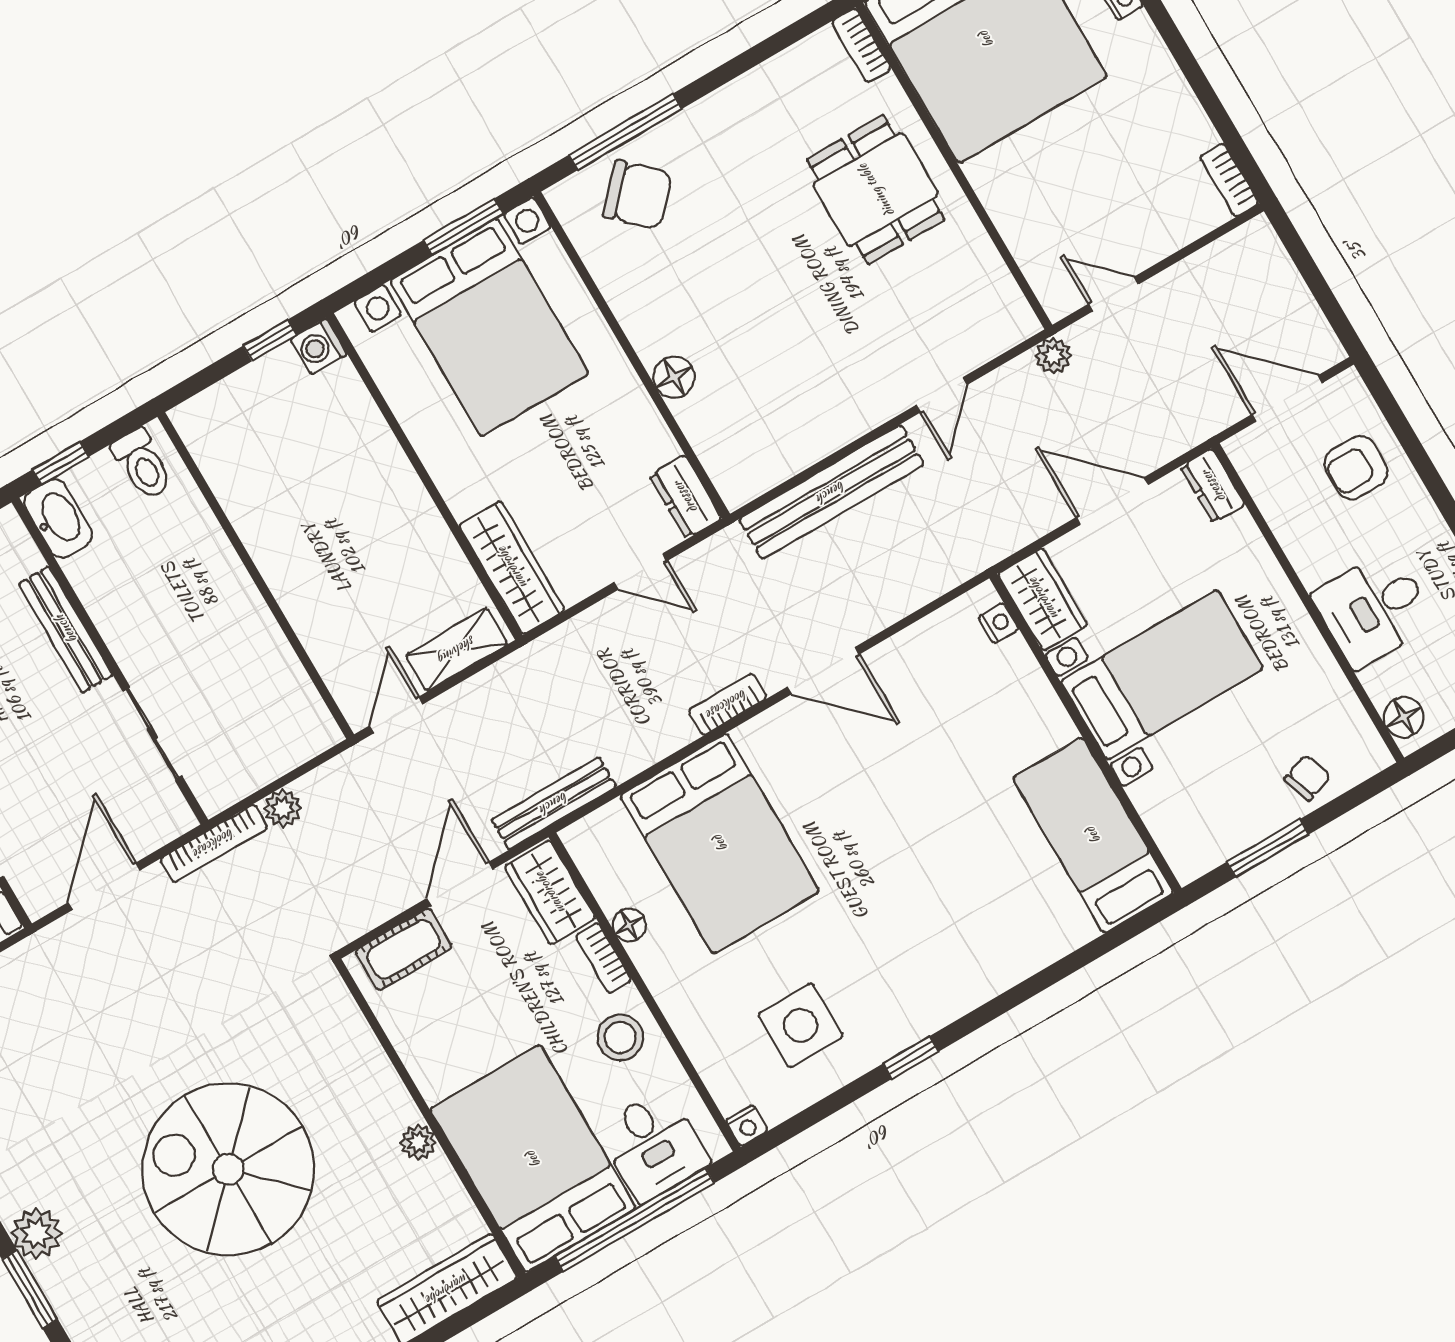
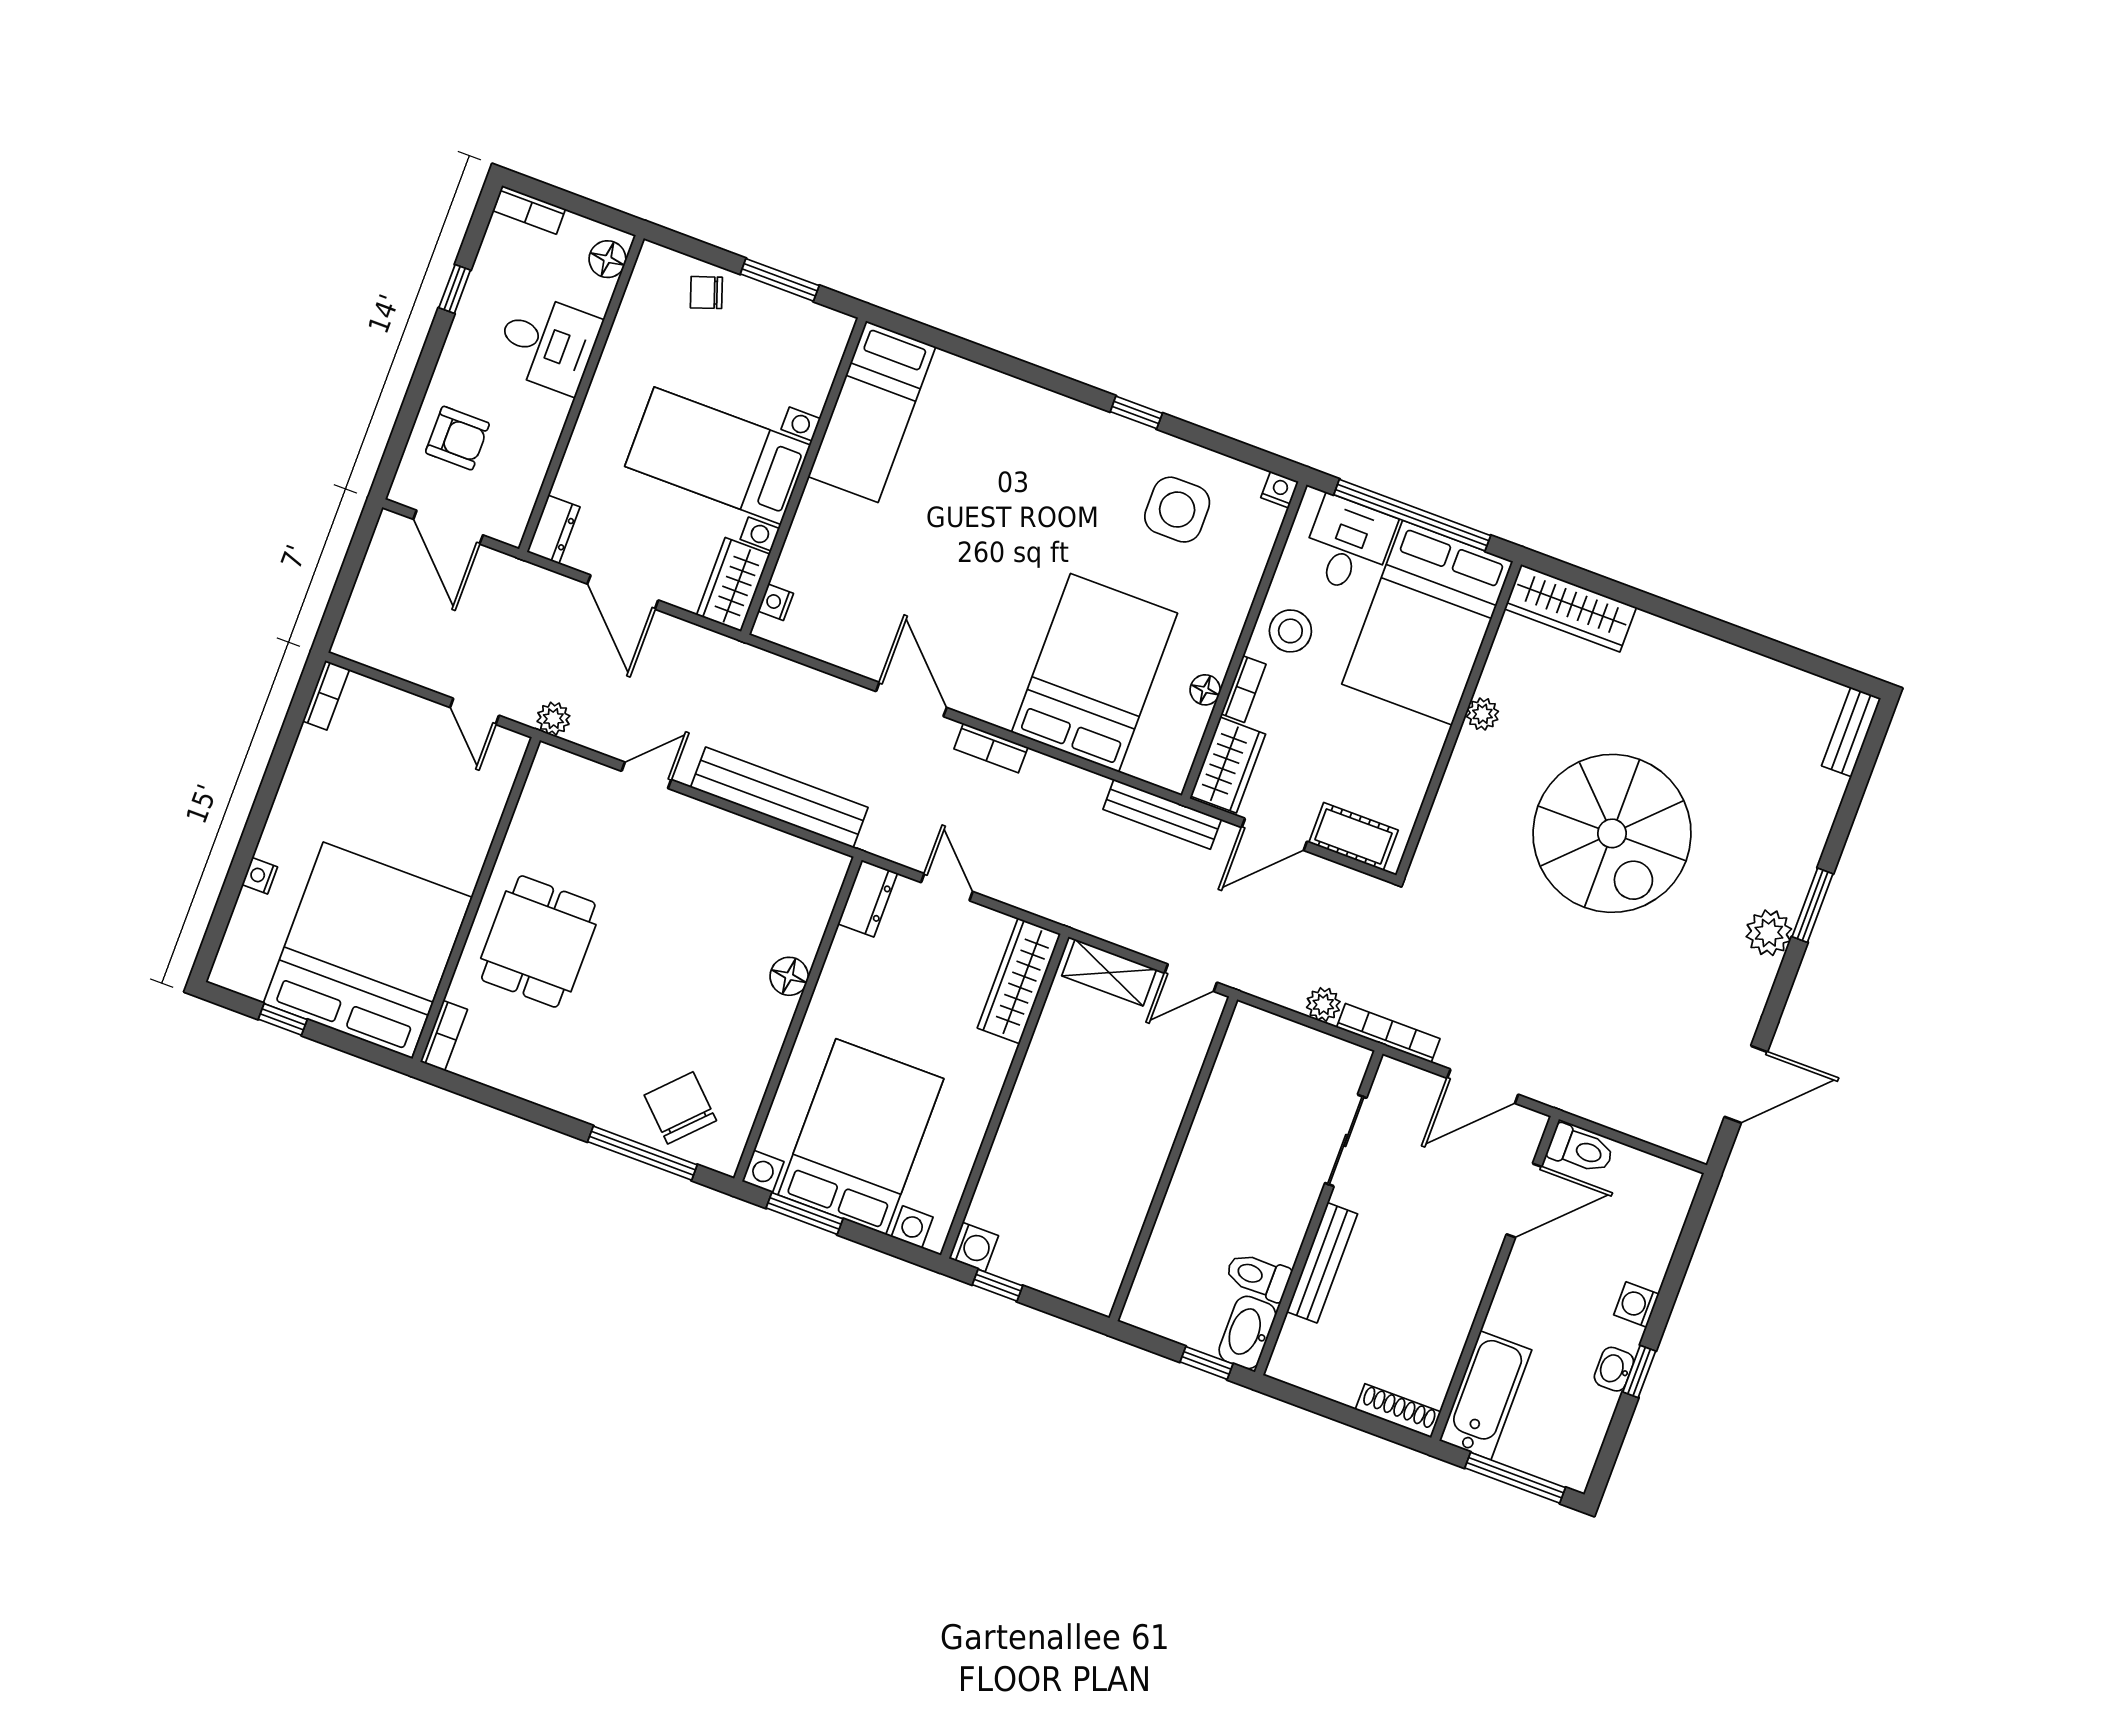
toilet: (142, 464) -> (1258, 1276), moved, turned -90

